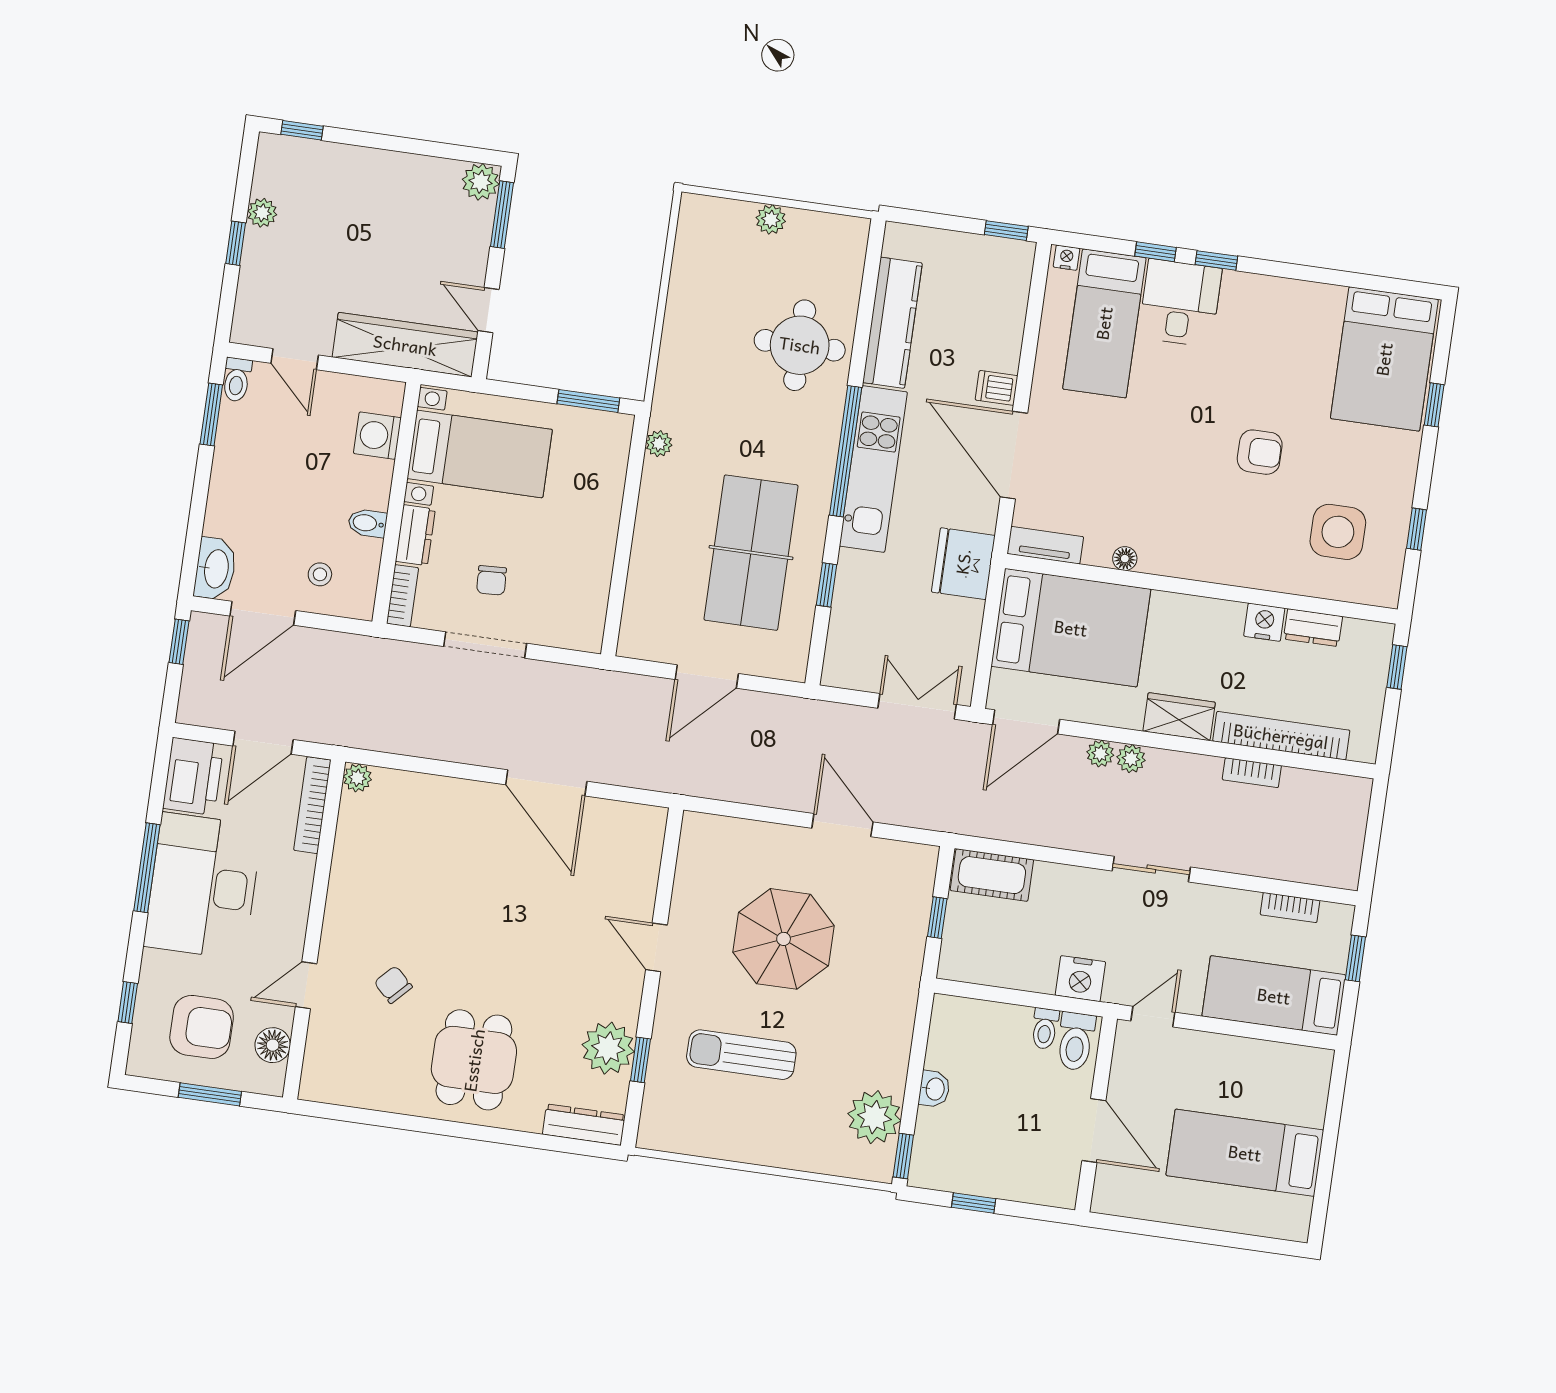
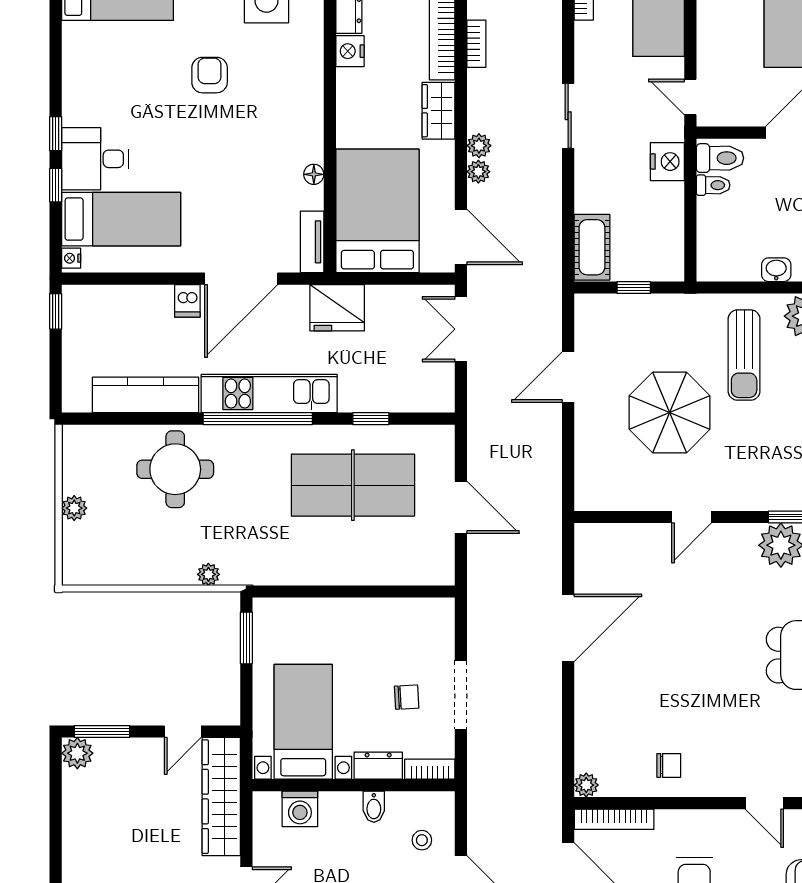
plant: (659, 444) -> (208, 574), moved
chair: (393, 985) -> (669, 765), moved, turned -134
sun lounger: (741, 1055) -> (744, 355), moved

